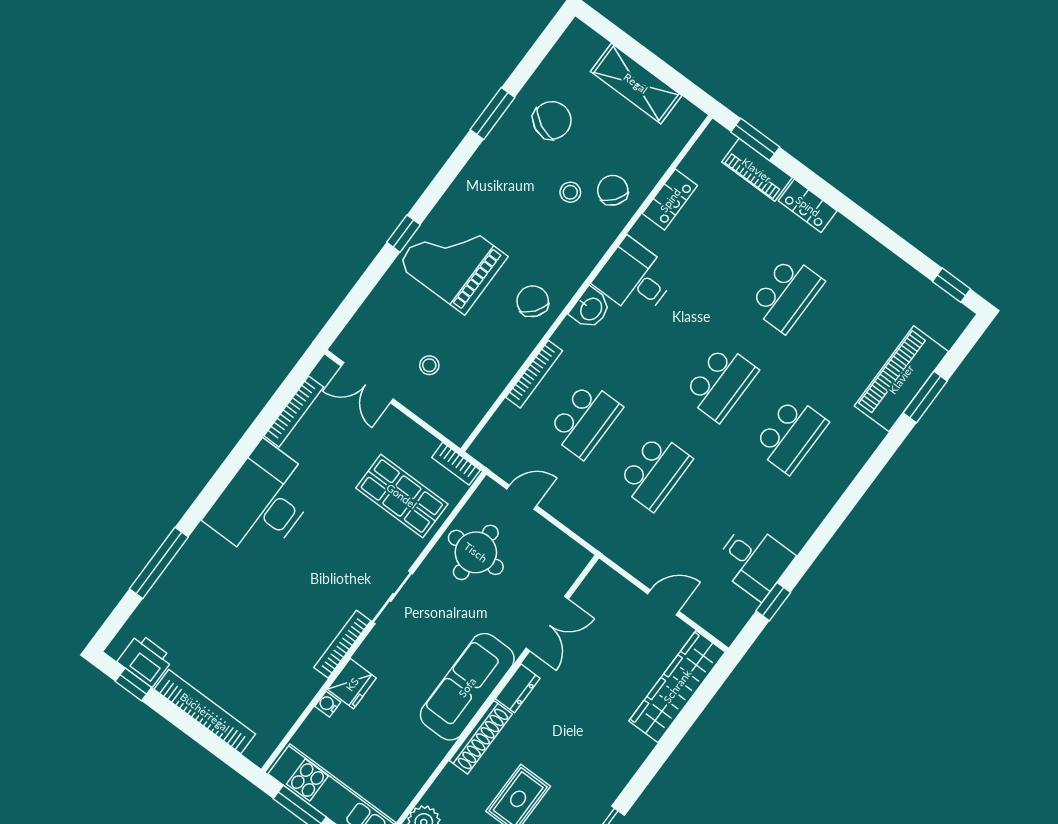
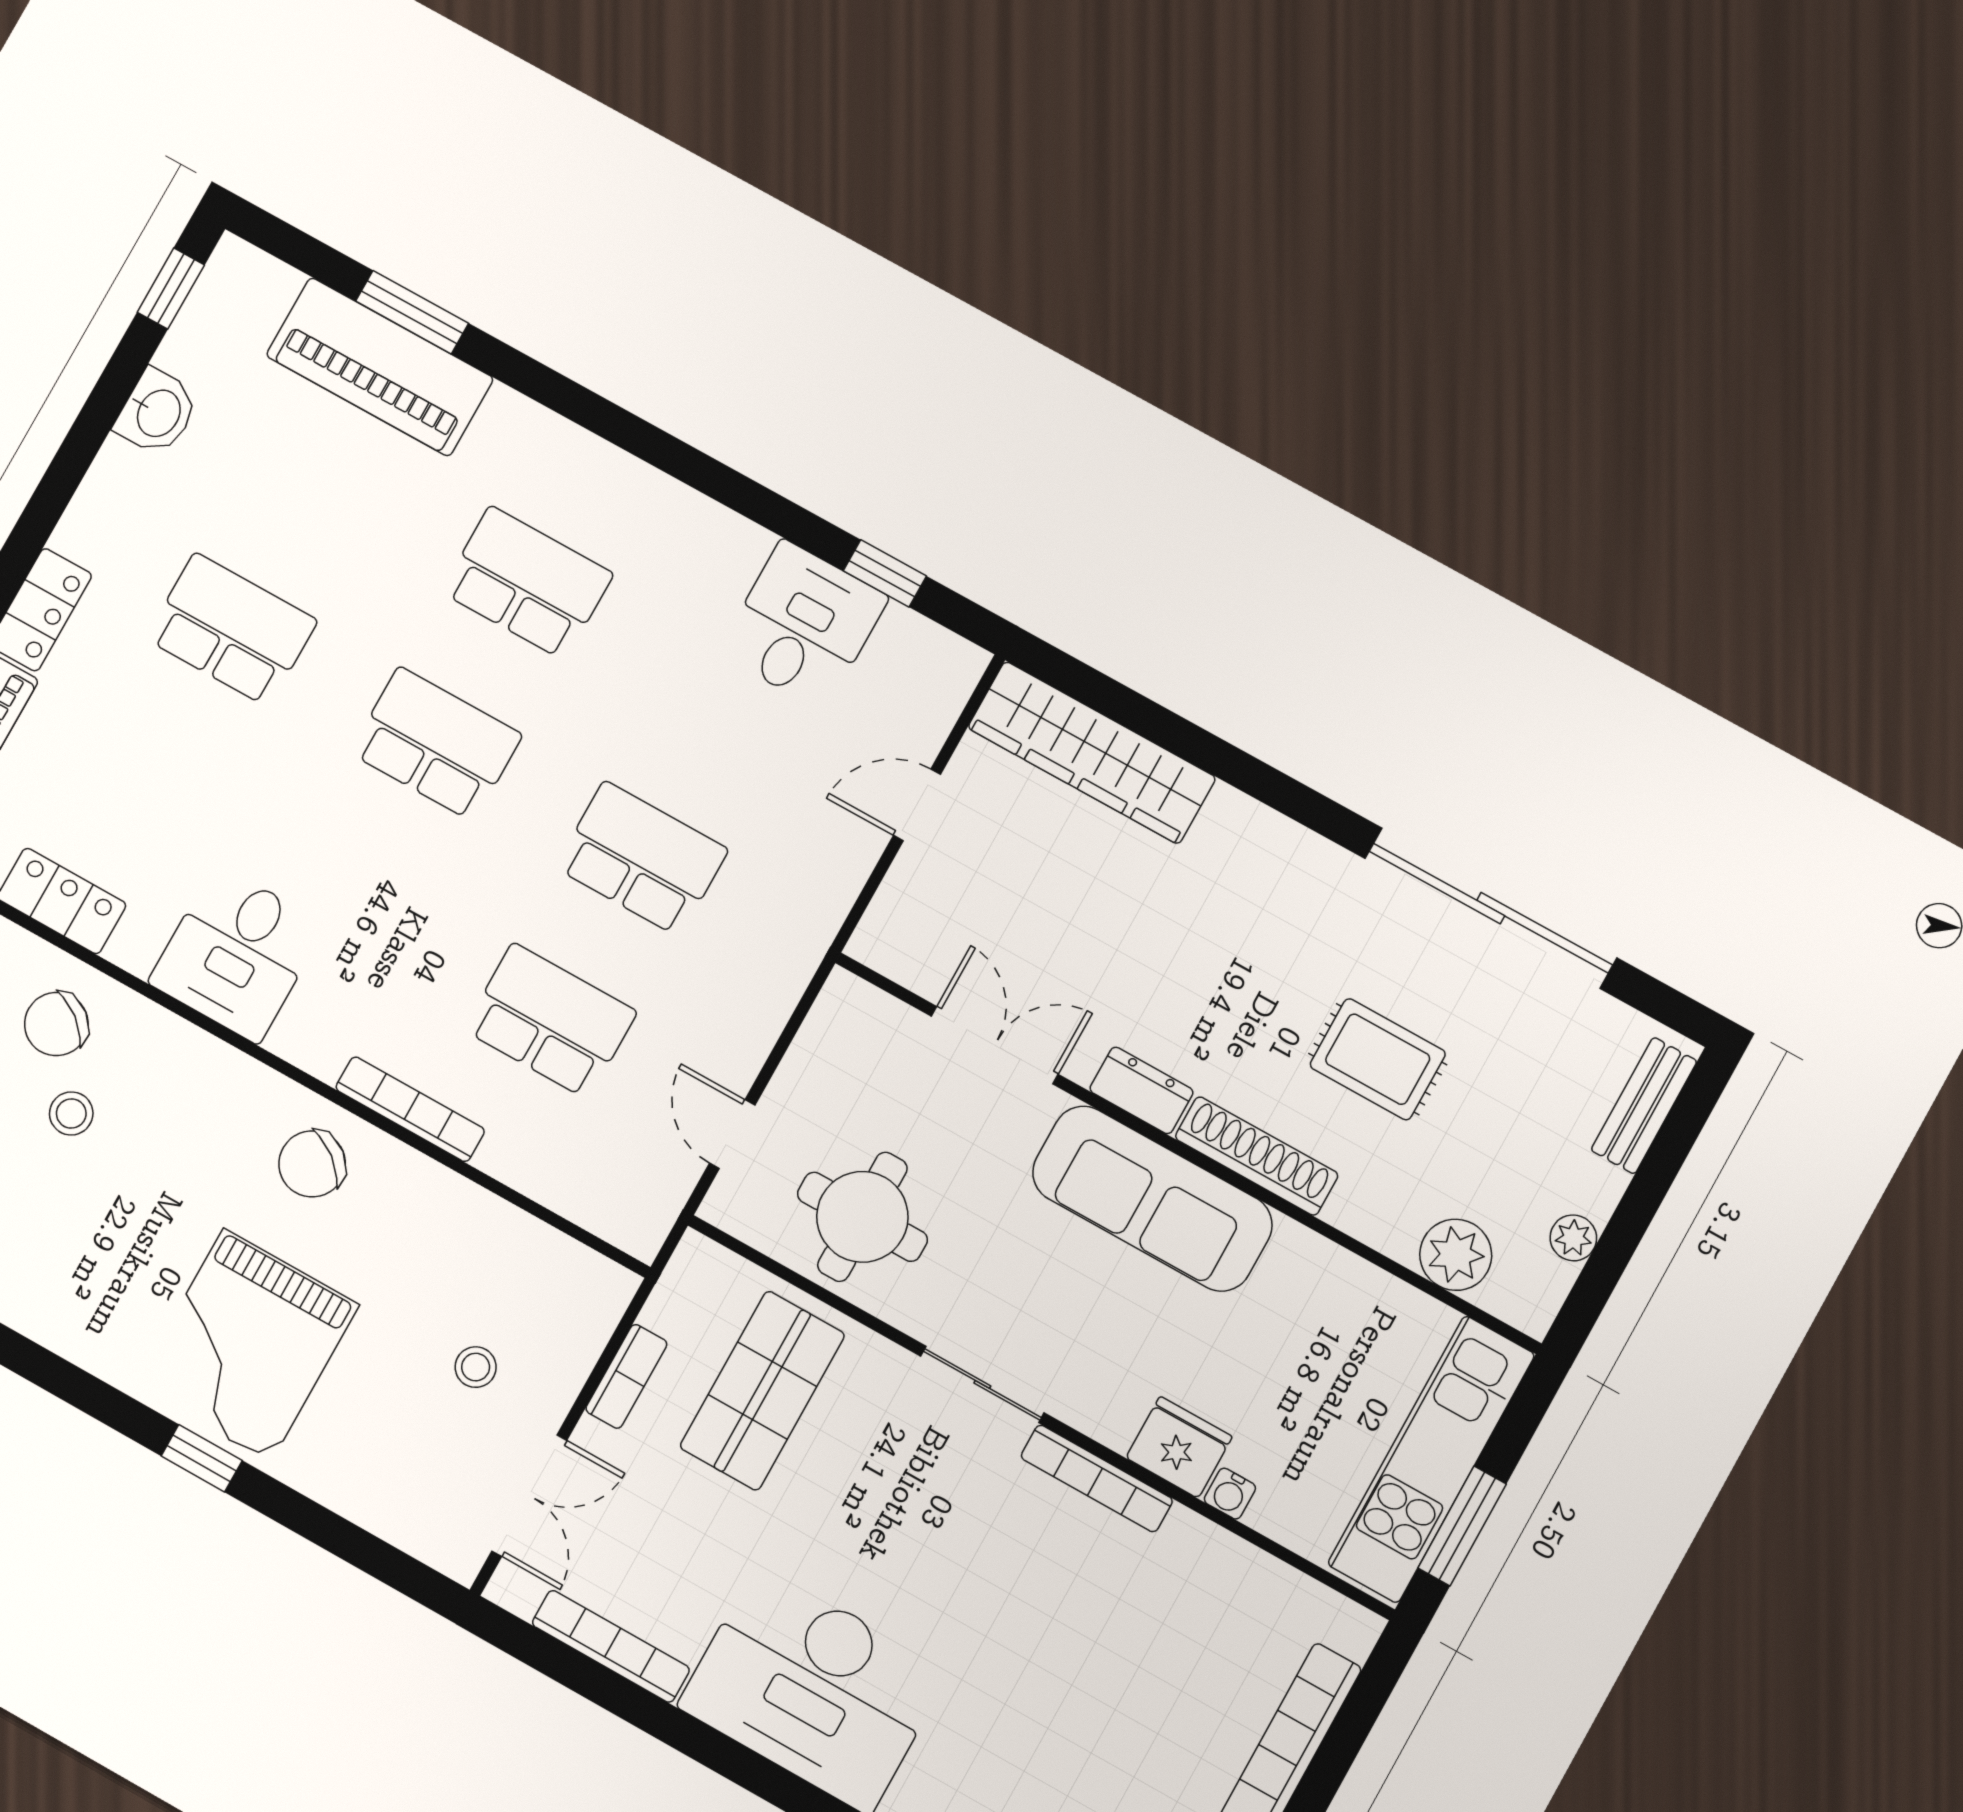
washbasin: (590, 308) -> (157, 412), moved, turned 90
bookcase: (534, 374) -> (410, 1109), moved
bookcase: (456, 464) -> (626, 1376), moved
door: (663, 602) -> (917, 805), hinge flipped

